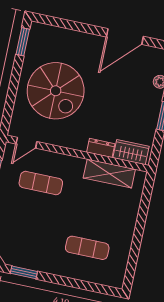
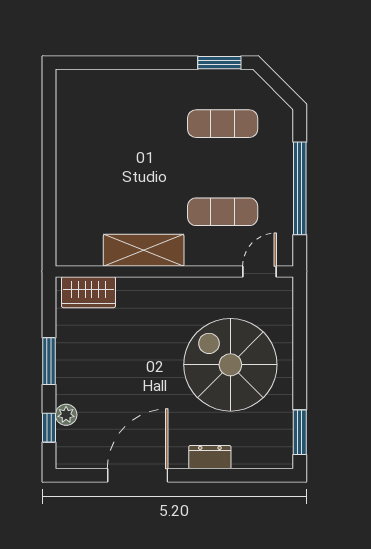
dresser: (101, 148) -> (210, 457), moved, turned 180
shelving: (109, 174) -> (144, 250), moved
exercise mat: (87, 248) -> (223, 124), moved

